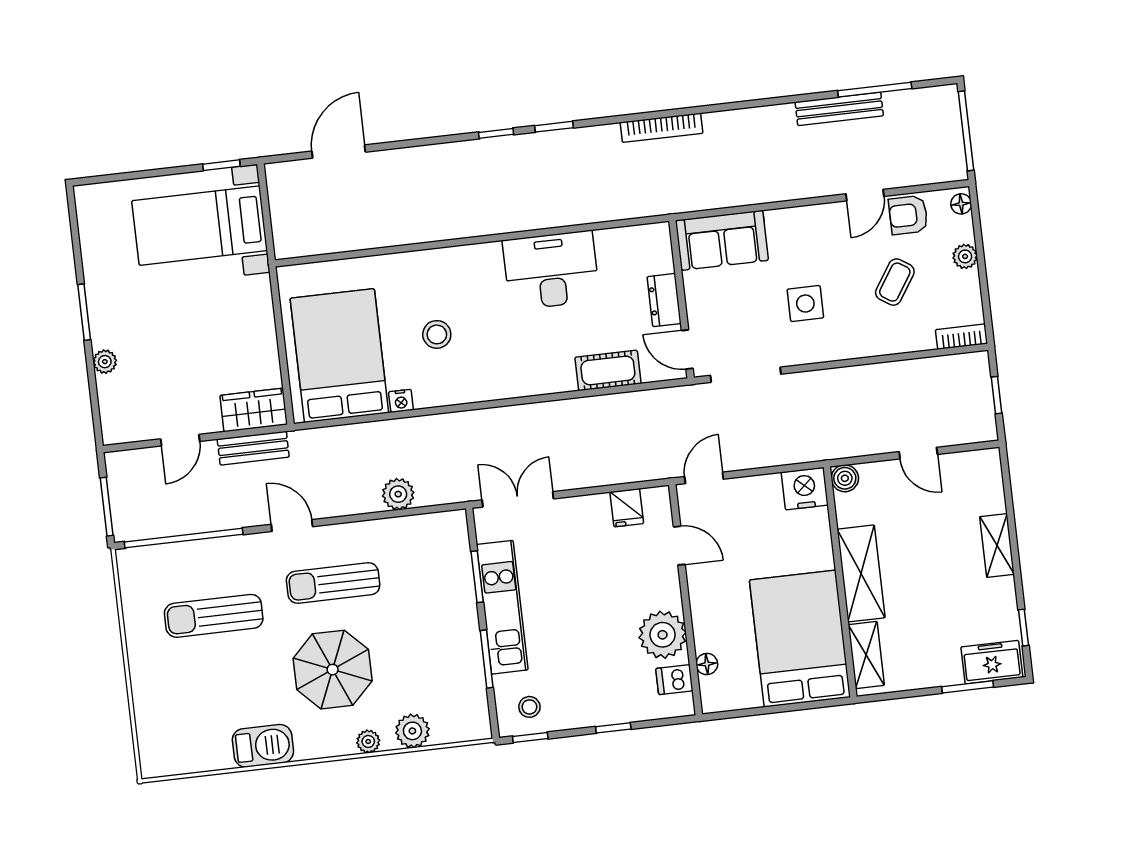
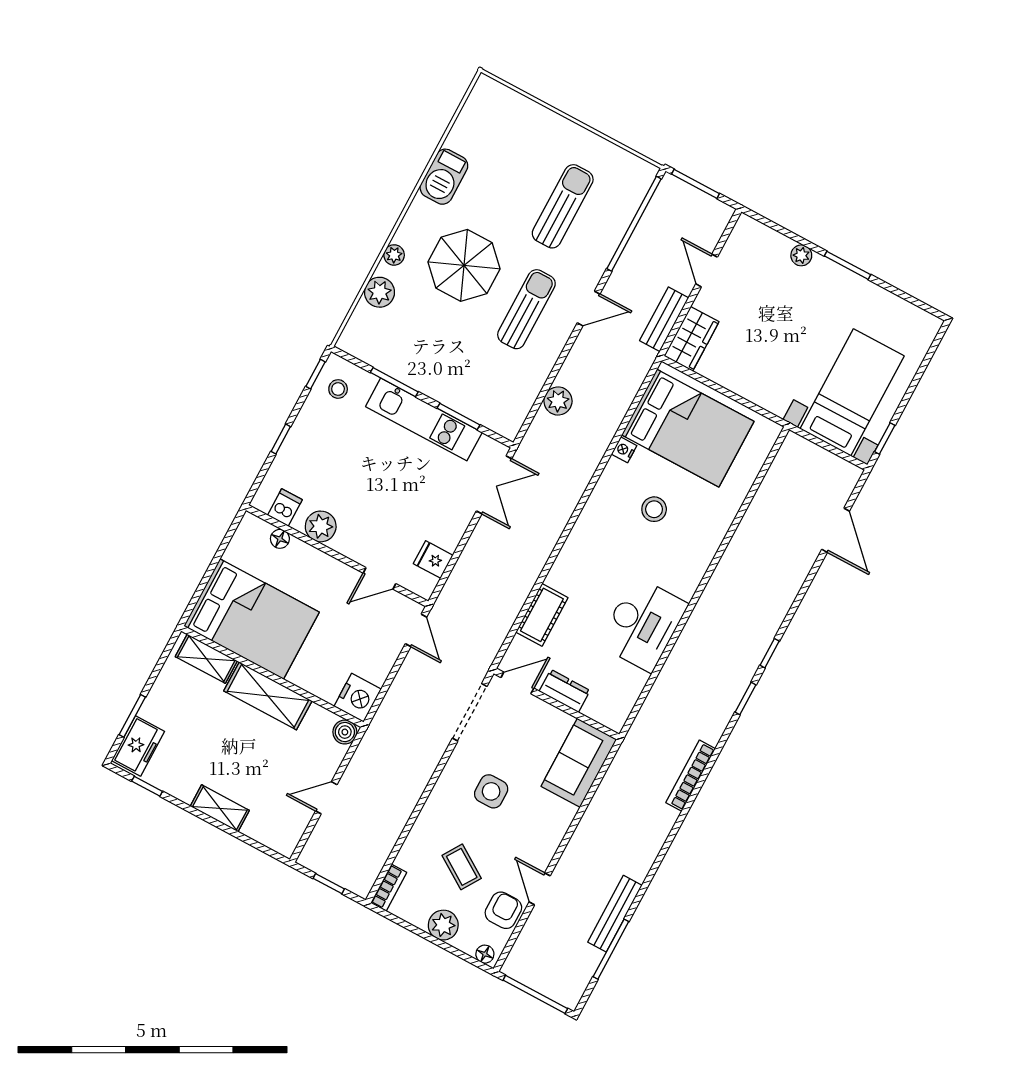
plant: (965, 256) -> (443, 925), width x1.38, depth x1.38
plant: (663, 635) -> (321, 526), width x0.73, depth x0.73

